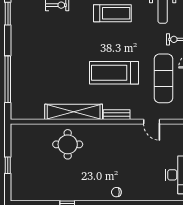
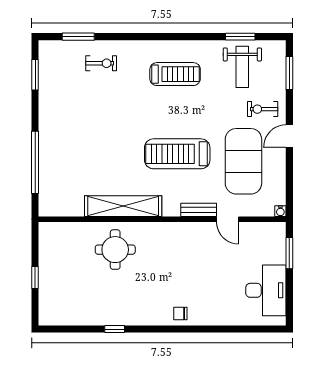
exercise mat: (163, 78) -> (243, 161), width x1.47
bench: (117, 115) -> (199, 210), moved

